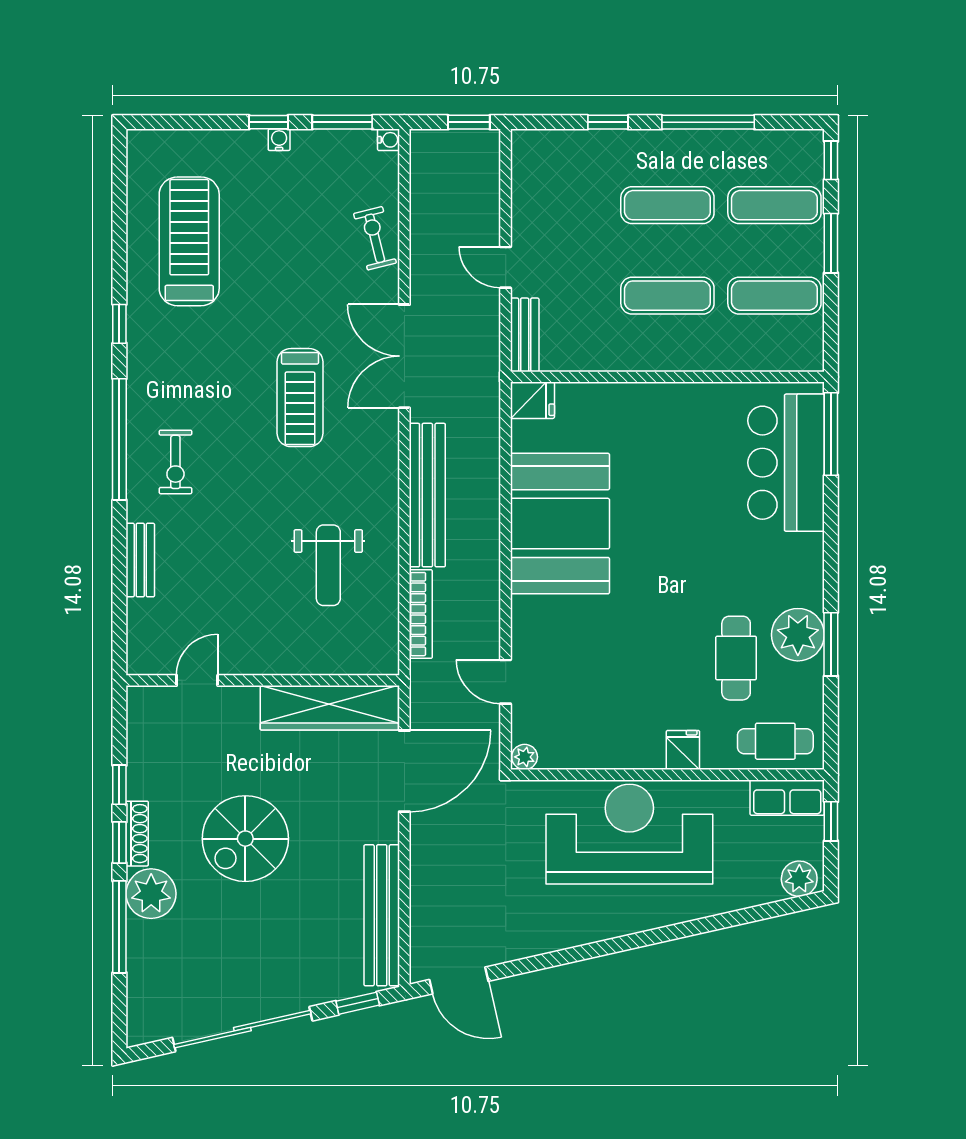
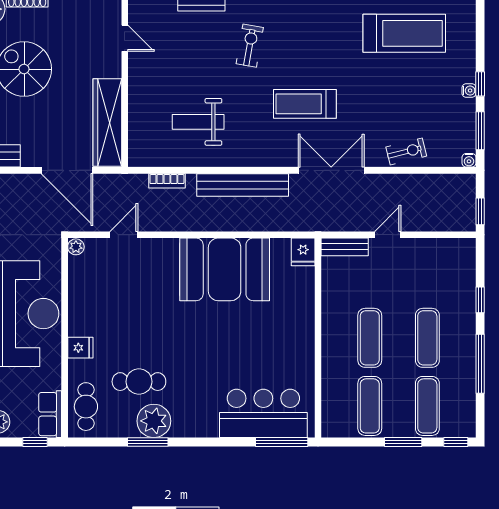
exercise bike: (175, 462) -> (250, 46), moved, turned 100
bookcase: (421, 614) -> (167, 181), width x0.64

